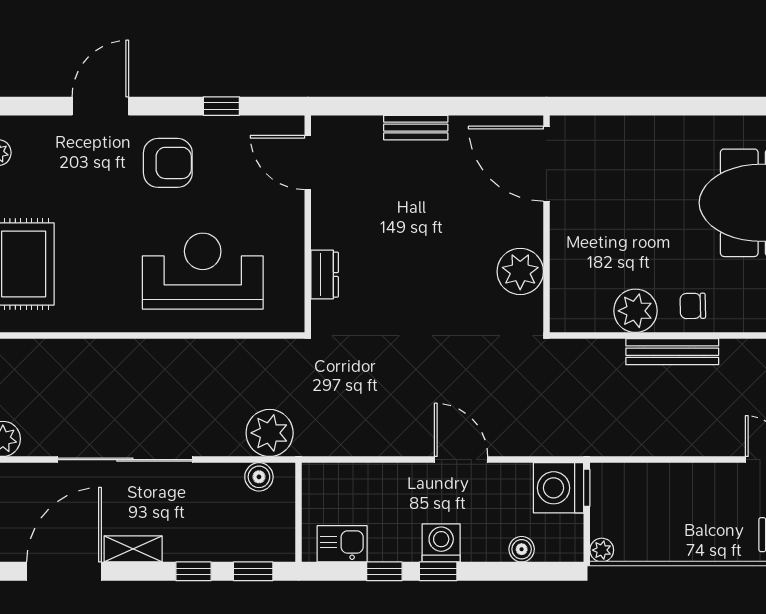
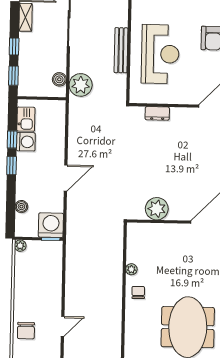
plant: (635, 311) -> (131, 269), width x0.53, depth x0.53
bench: (672, 352) -> (121, 50), moved
washing machine: (441, 543) -> (26, 142), moved

